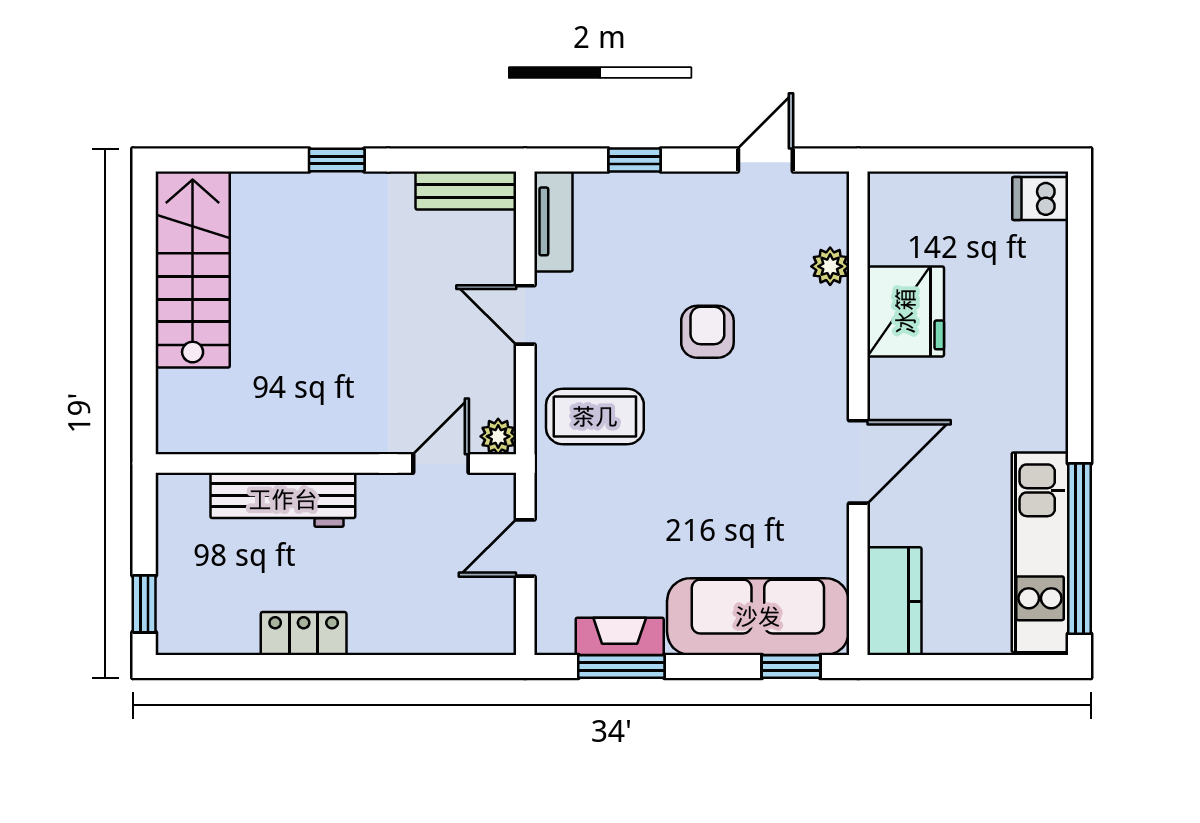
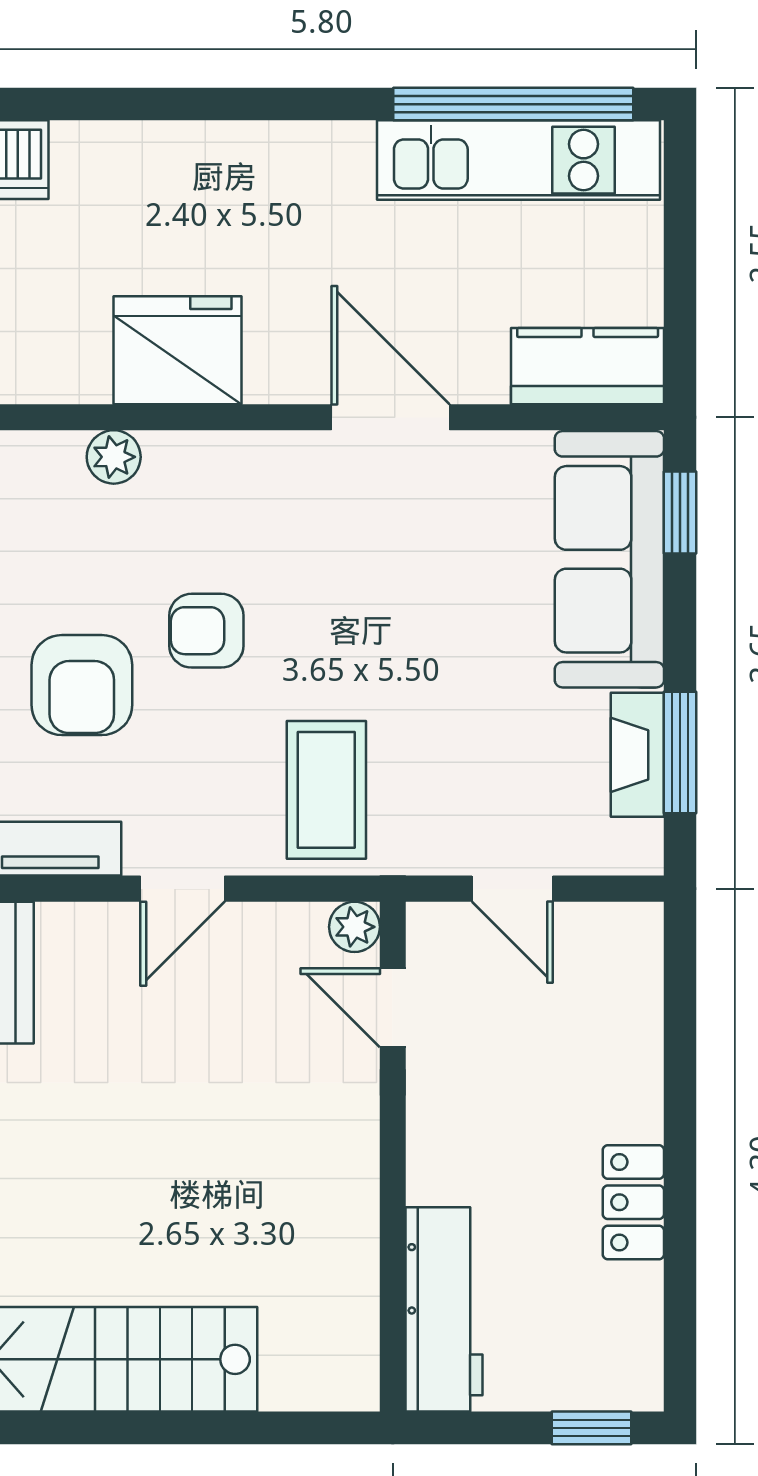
armchair: (669, 244) -> (82, 685), added
workbench: (283, 500) -> (444, 1309), moved

